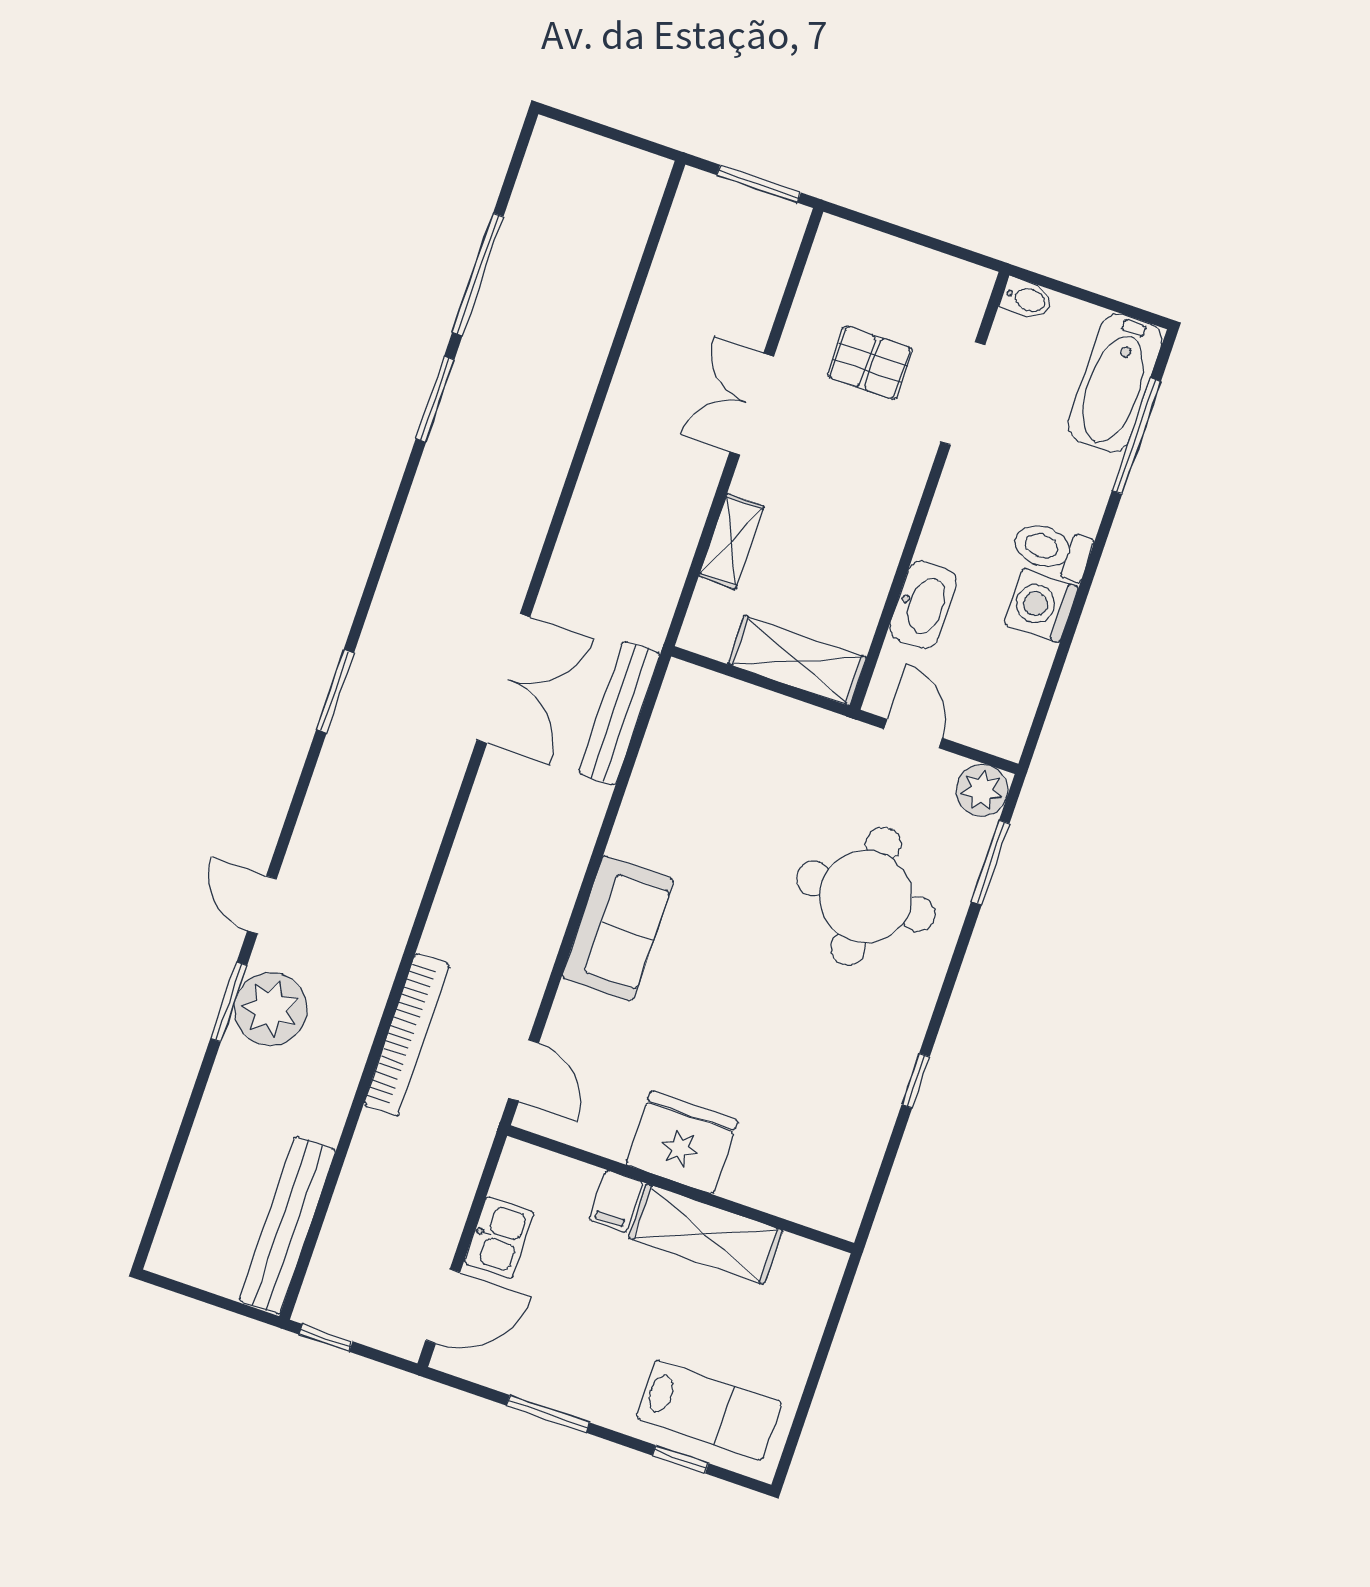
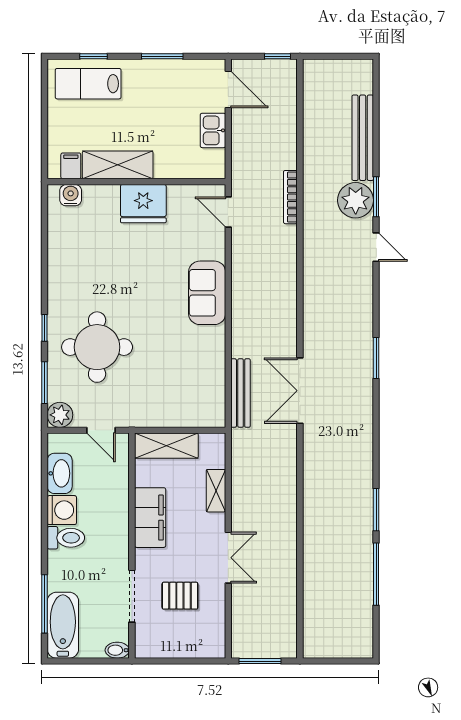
filing cabinet: (876, 533) -> (150, 518), added
washbasin: (923, 605) -> (60, 473), moved, turned 180
bookcase: (407, 1035) -> (290, 197), width x0.68, depth x0.76
window: (916, 1081) -> (45, 328), moved
filing cabinet: (616, 1201) -> (71, 166), moved
water cooler: (816, 1207) -> (71, 195), added
bench: (287, 1225) -> (363, 138), moved
door: (443, 1306) -> (228, 90), swing flipped

